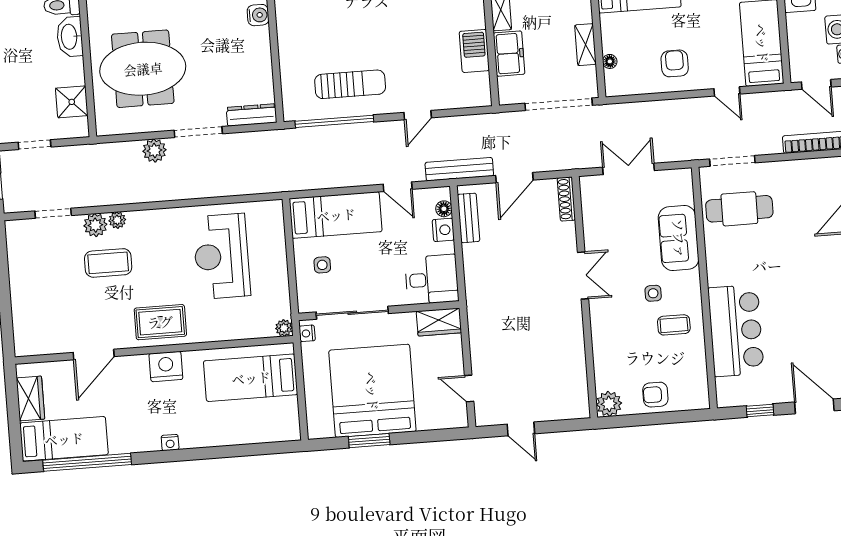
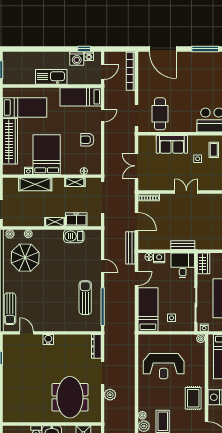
bench: (469, 218) -> (183, 245), moved

